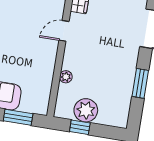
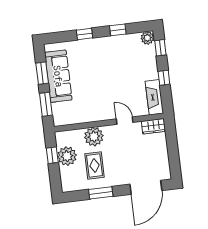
plant: (66, 77) -> (94, 137), width x1.87, depth x1.87
rug: (106, 81) -> (95, 165), added

